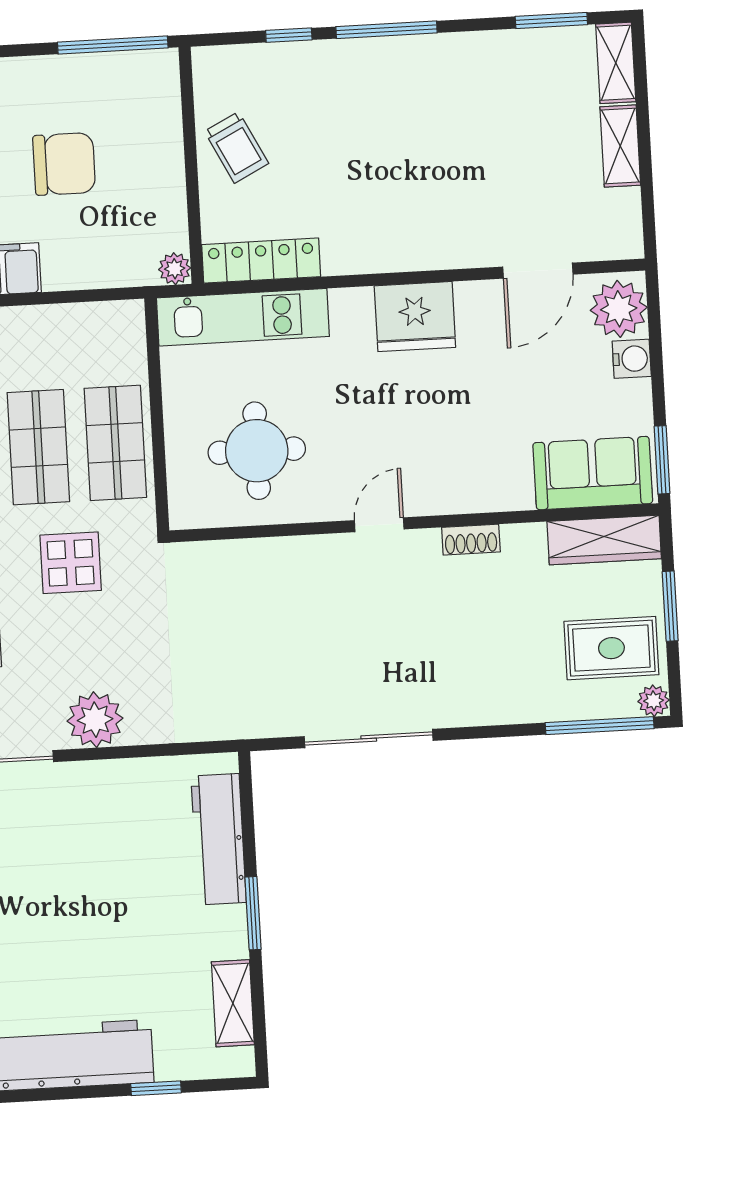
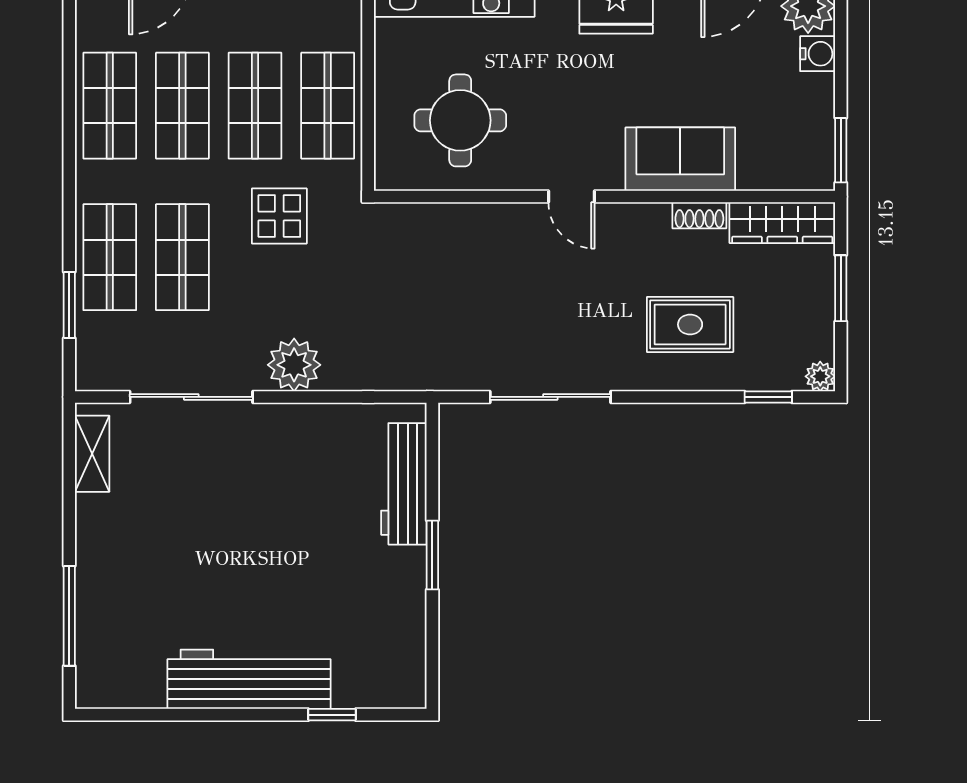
sofa: (593, 473) -> (680, 159), moved
door: (379, 525) -> (571, 197), swing flipped
shoe rack: (471, 540) -> (699, 215), moved
rug: (611, 648) -> (690, 324), moved
window: (600, 726) -> (768, 397), width x0.46
shelving: (233, 1003) -> (409, 639), removed

